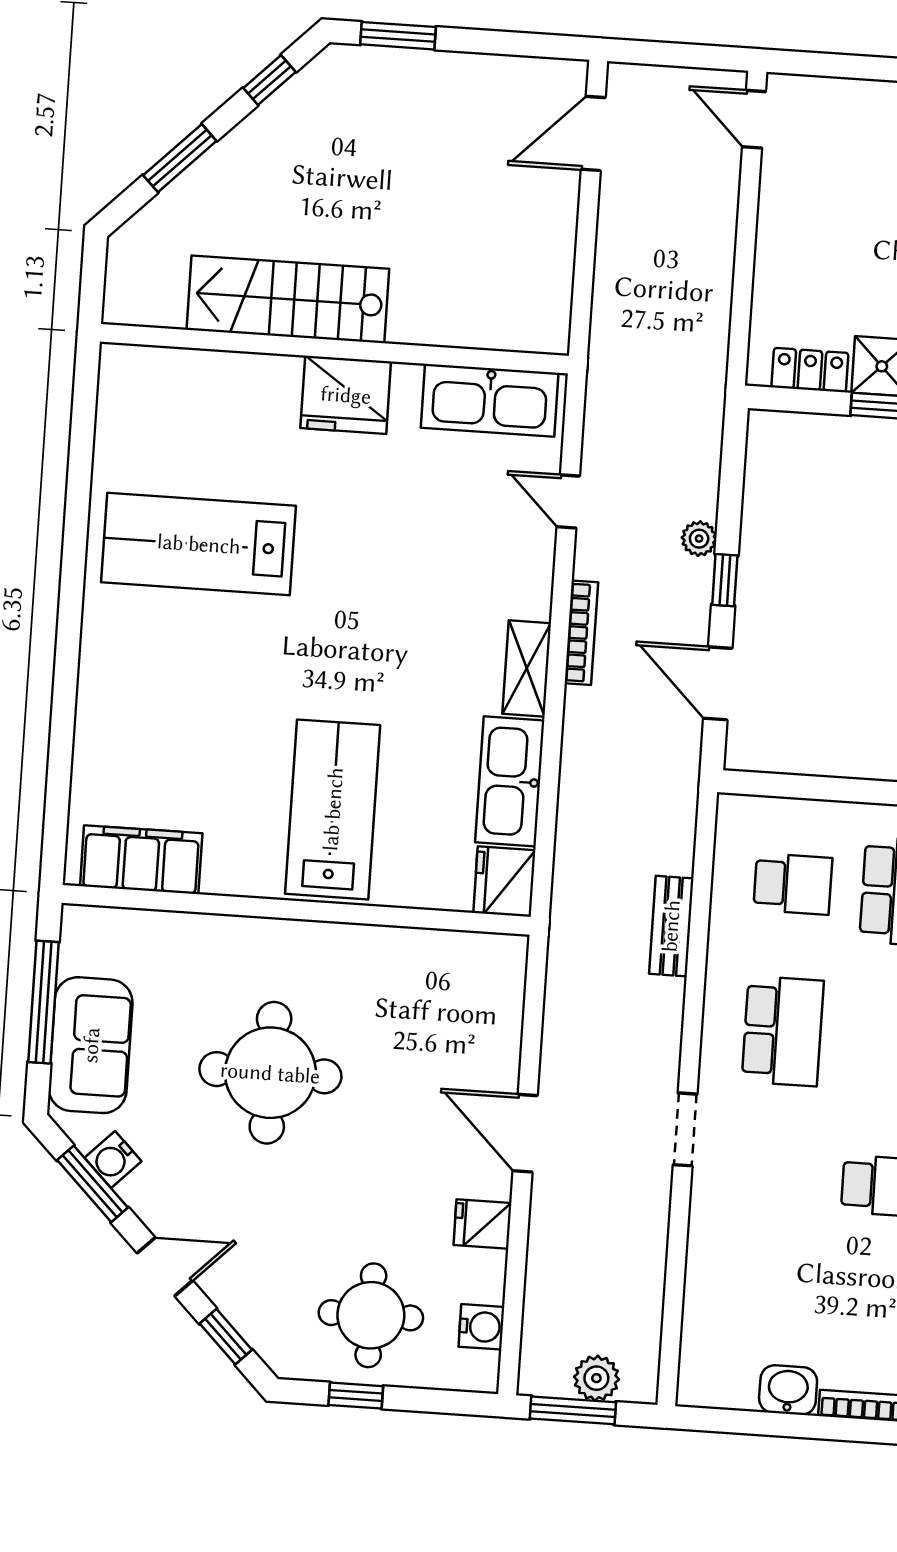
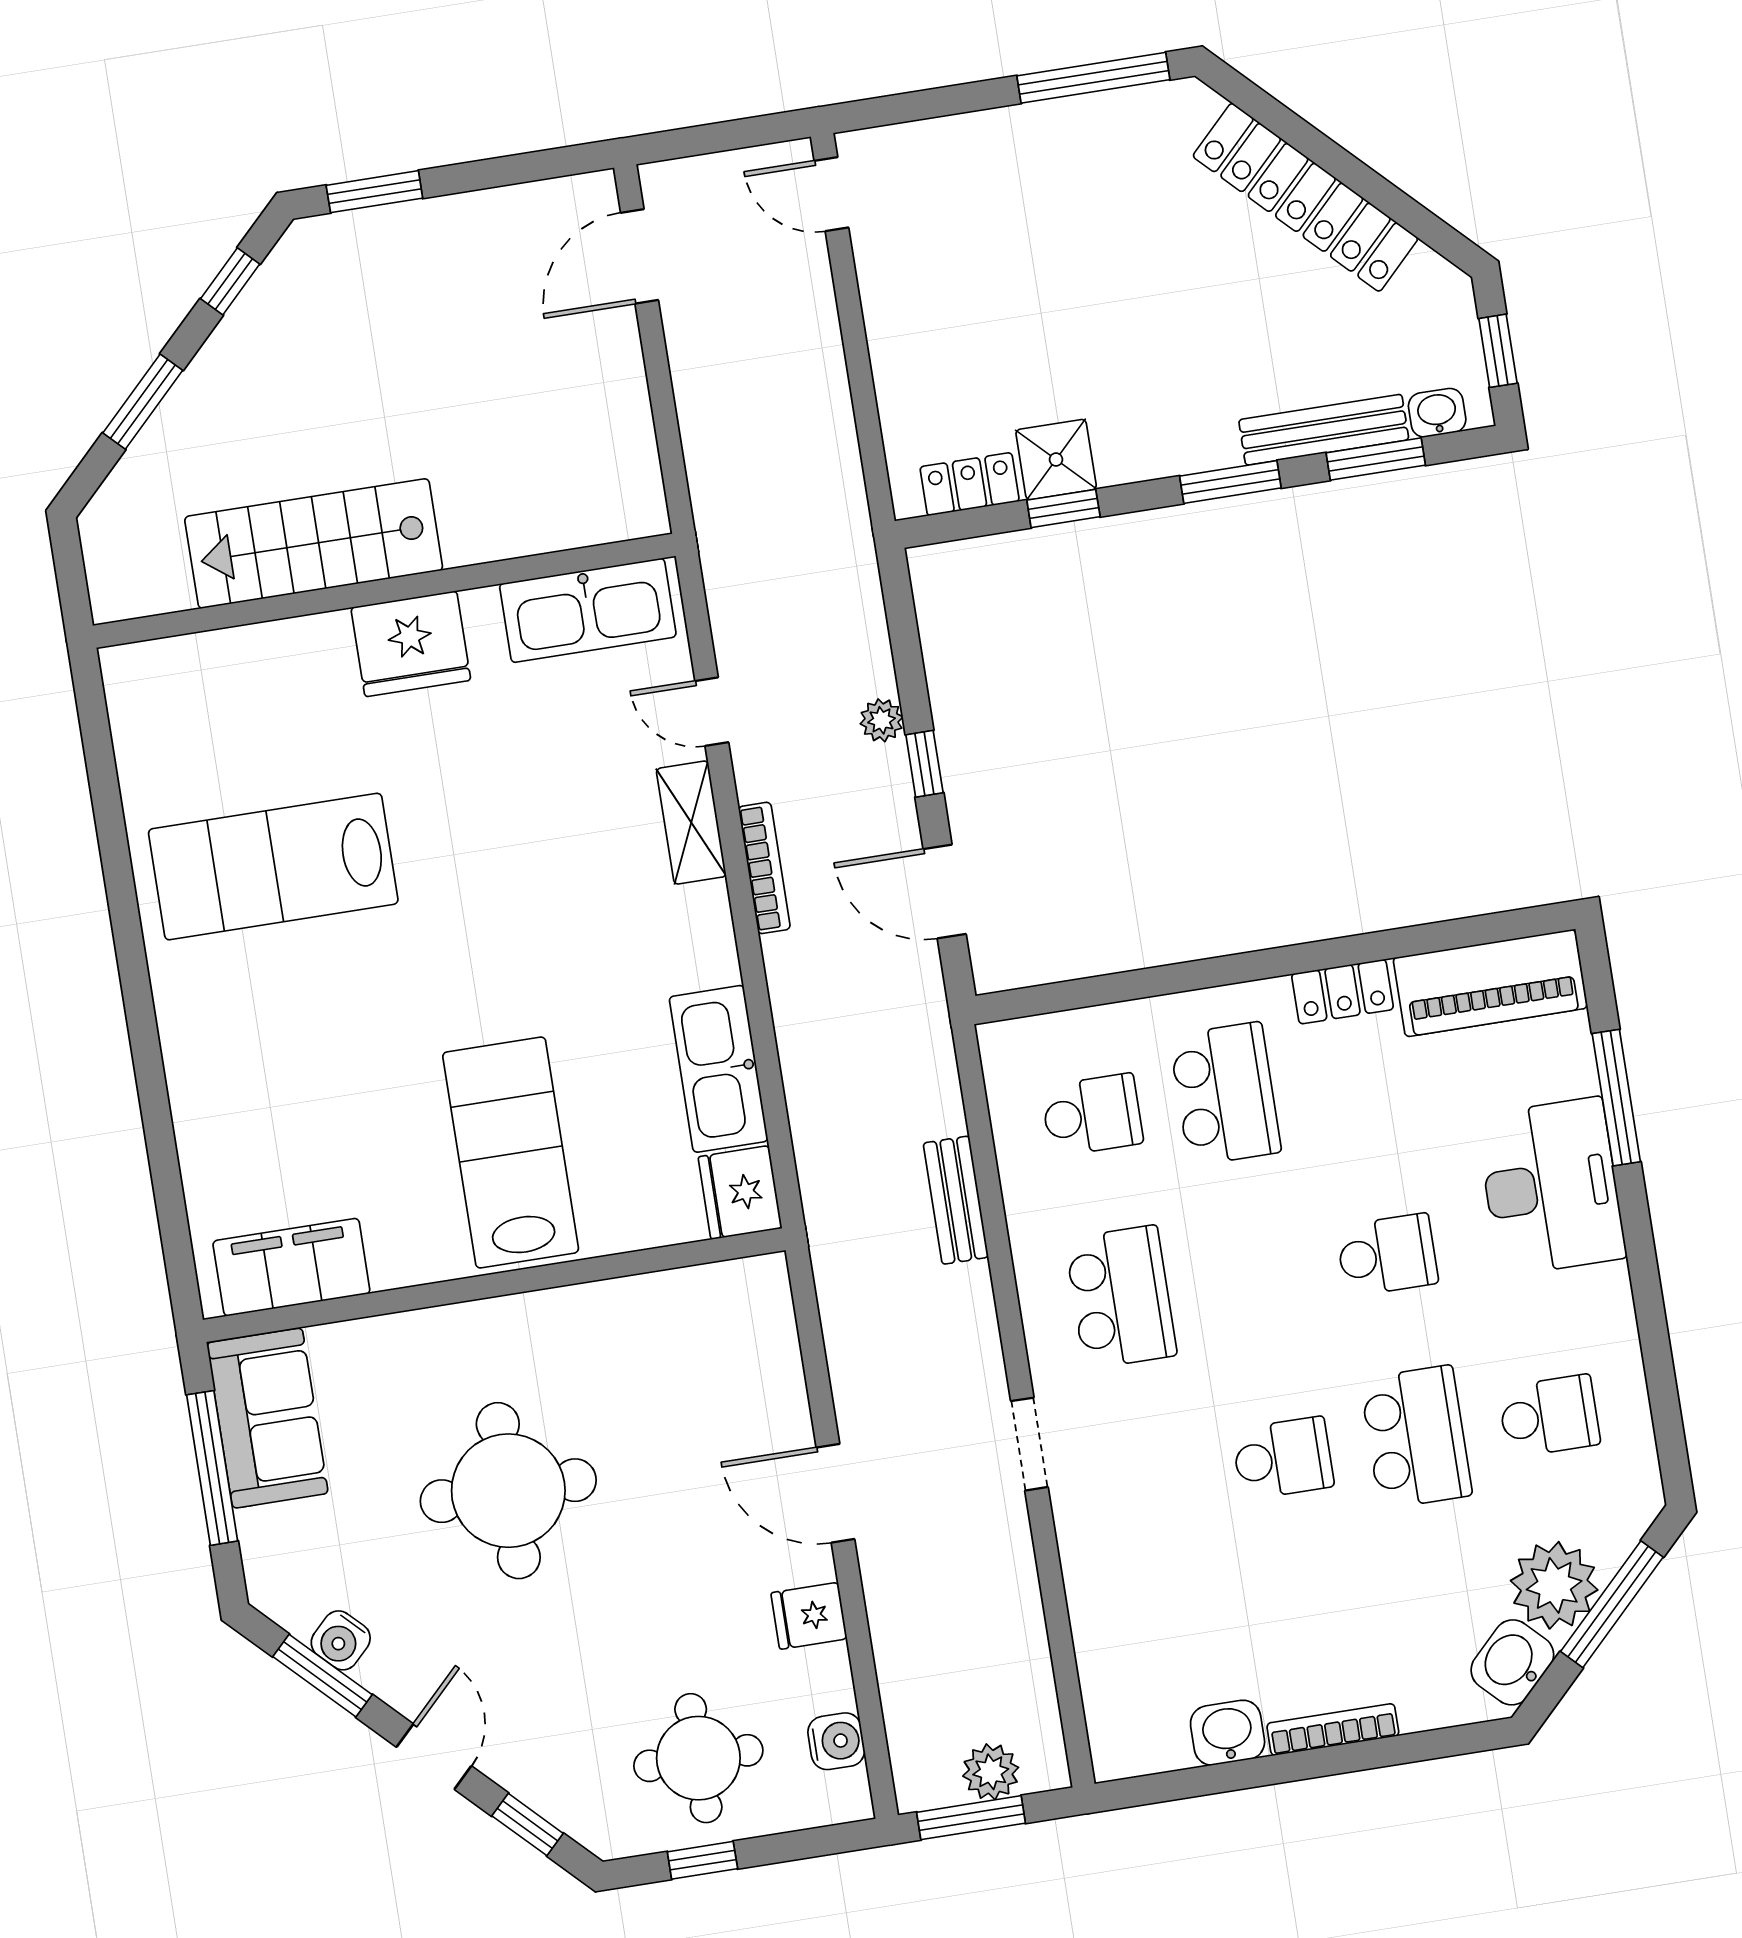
shelving: (527, 668) -> (691, 823), moved
sofa: (91, 1045) -> (267, 1418), moved
door: (165, 1267) -> (434, 1757), hinge flipped

